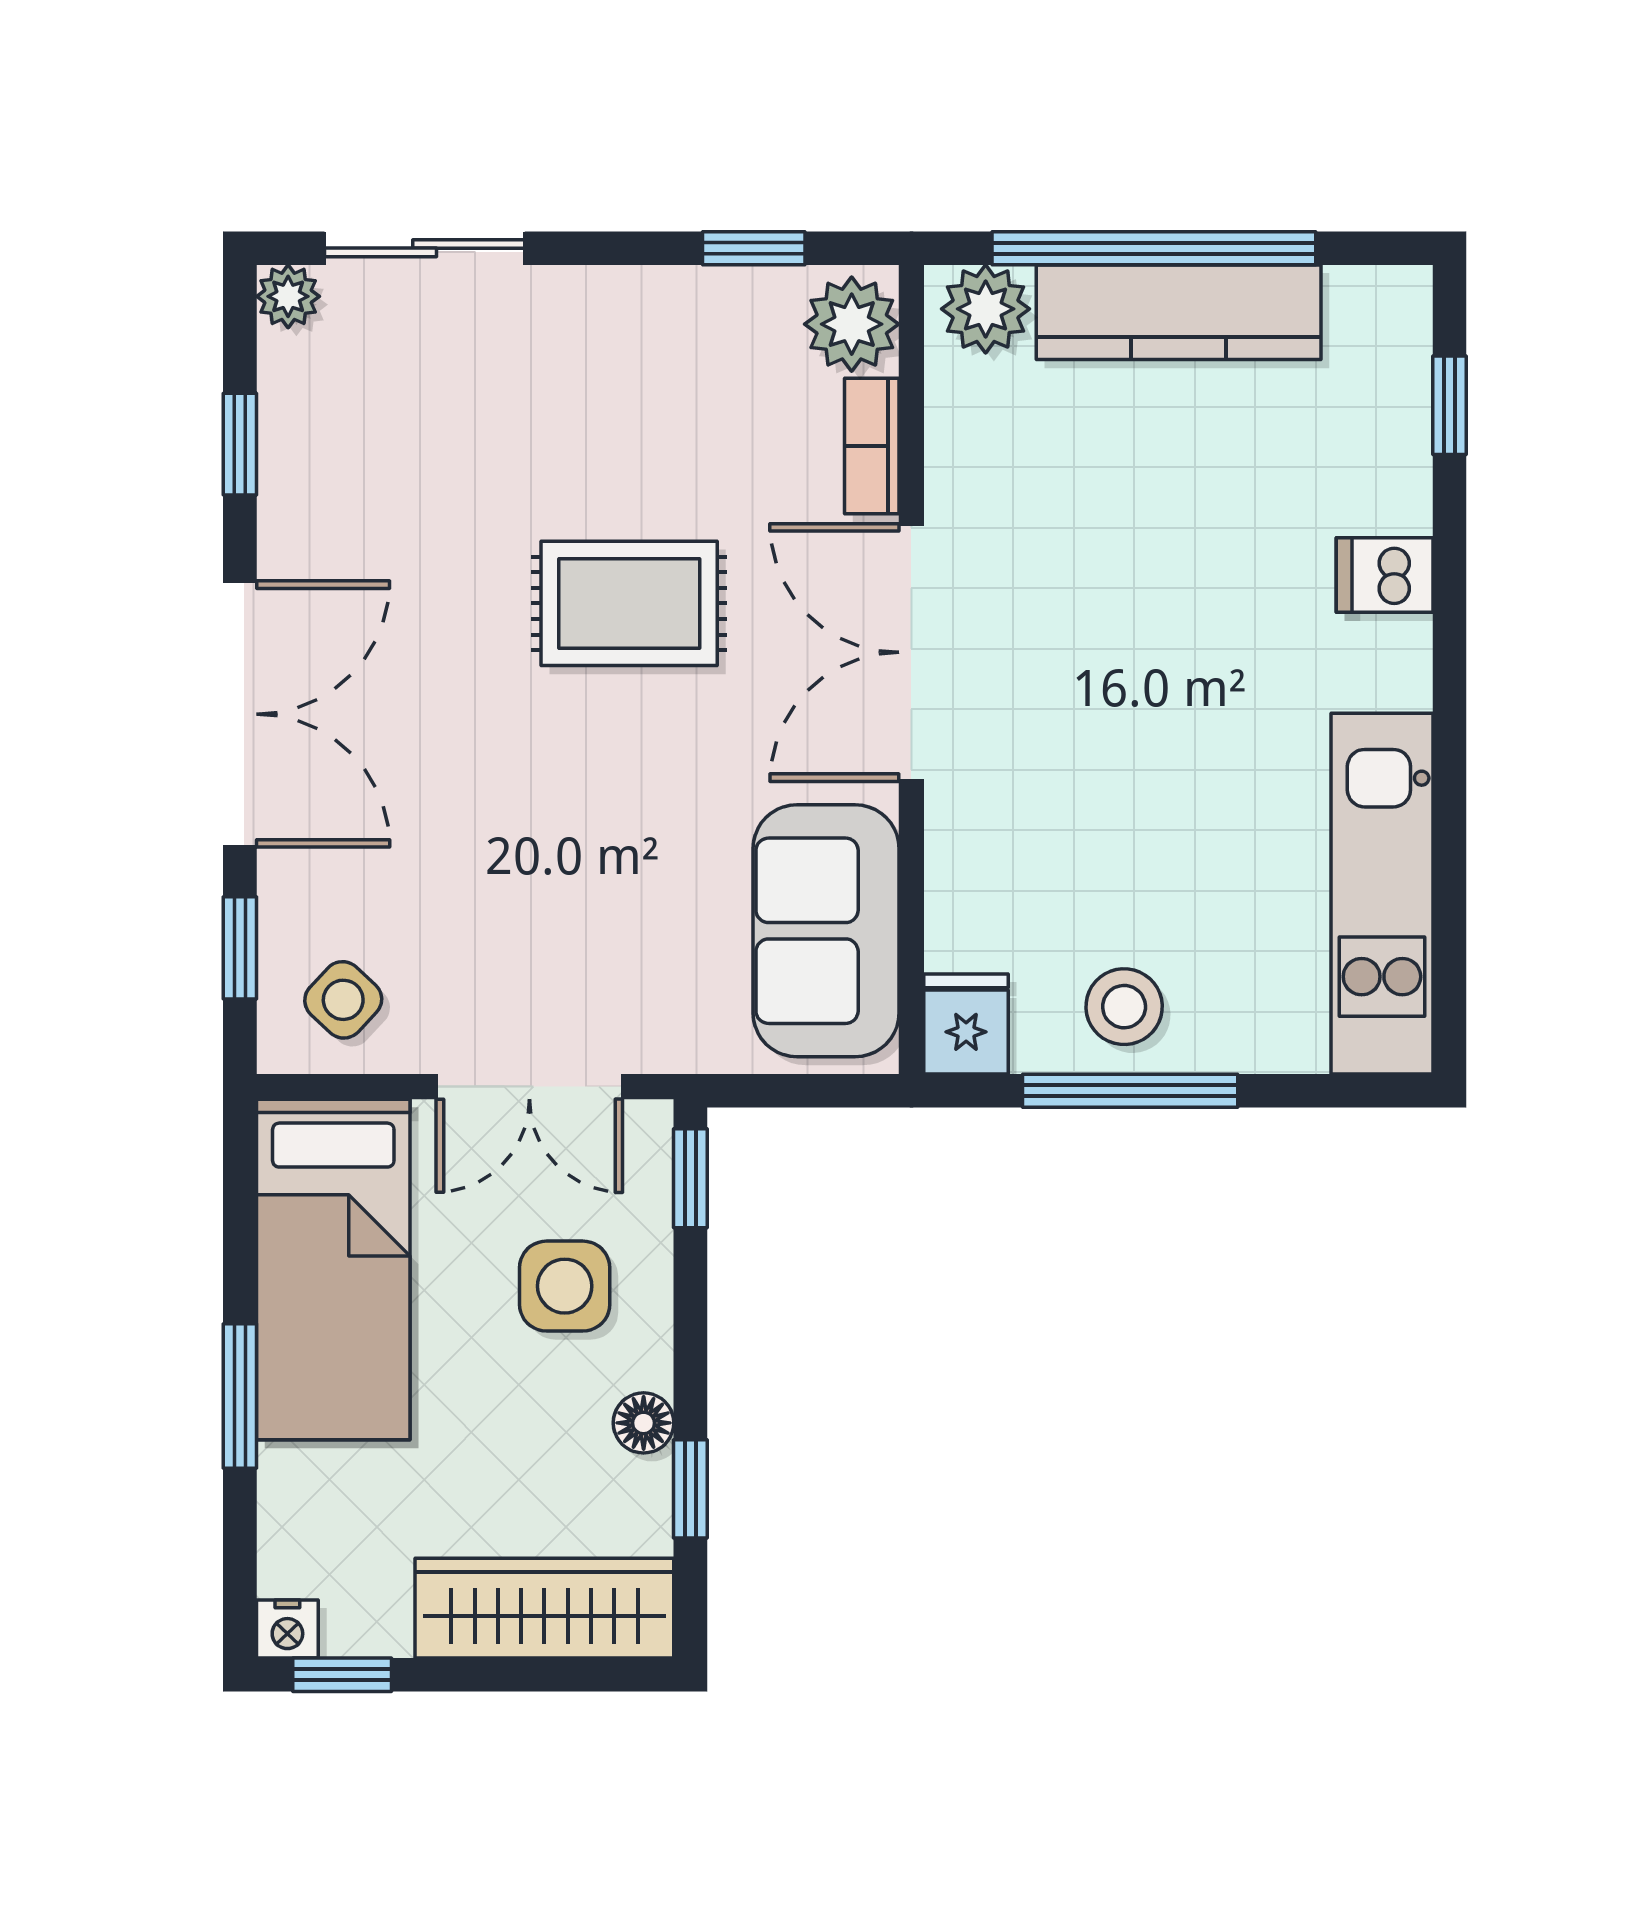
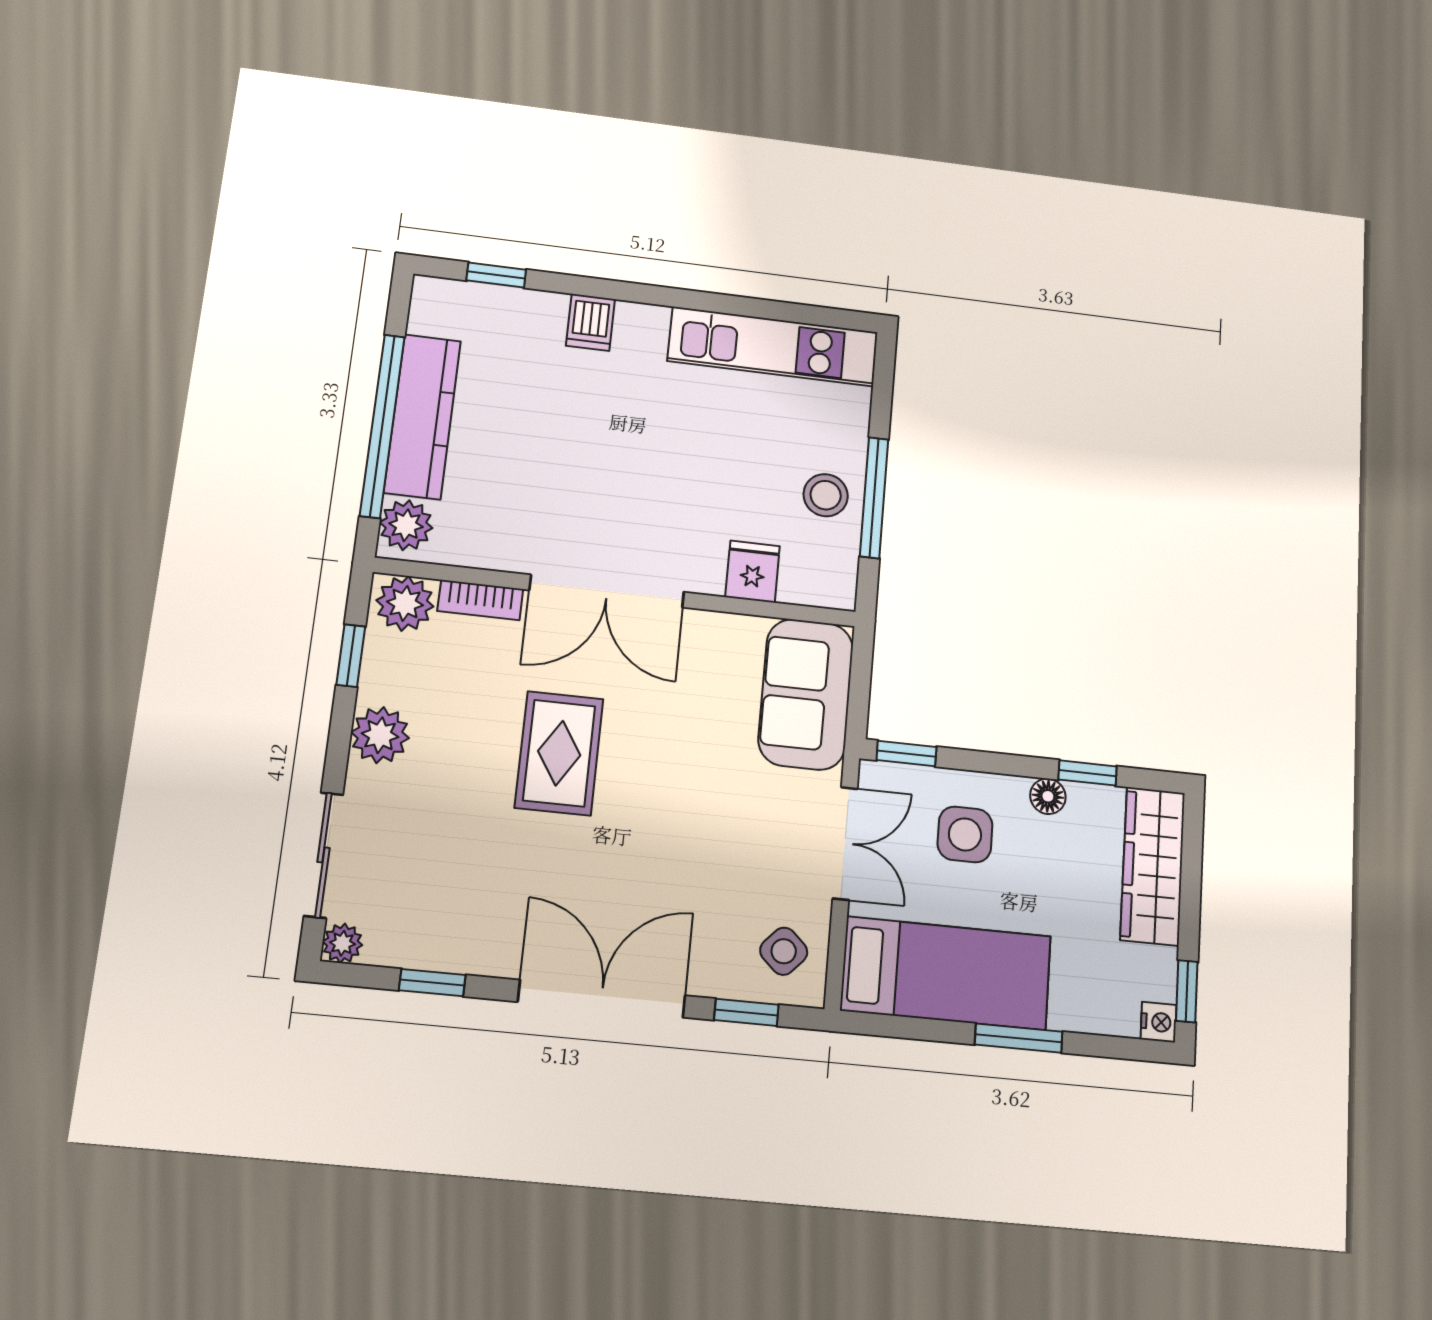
plant: (628, 312) -> (380, 735), added
sofa: (826, 931) -> (806, 694), moved, turned 90
fridge: (966, 1024) -> (753, 572), moved, turned 90

